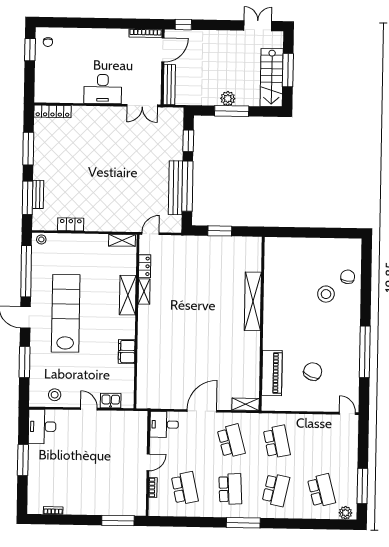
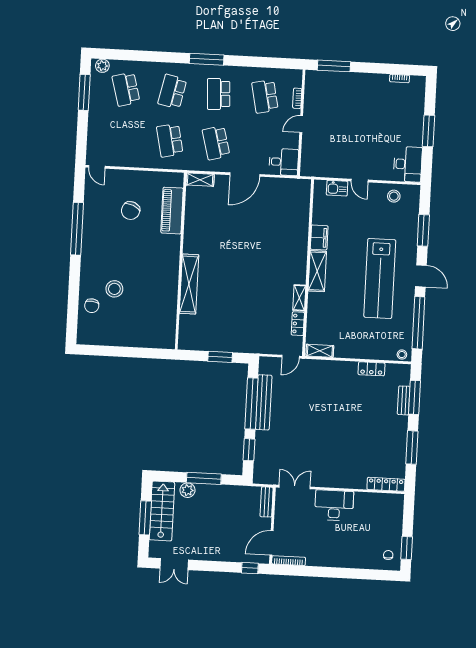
bench: (169, 85) -> (267, 502), width x0.73
plant: (228, 98) -> (187, 490), moved
shelving: (128, 295) -> (317, 271), moved

